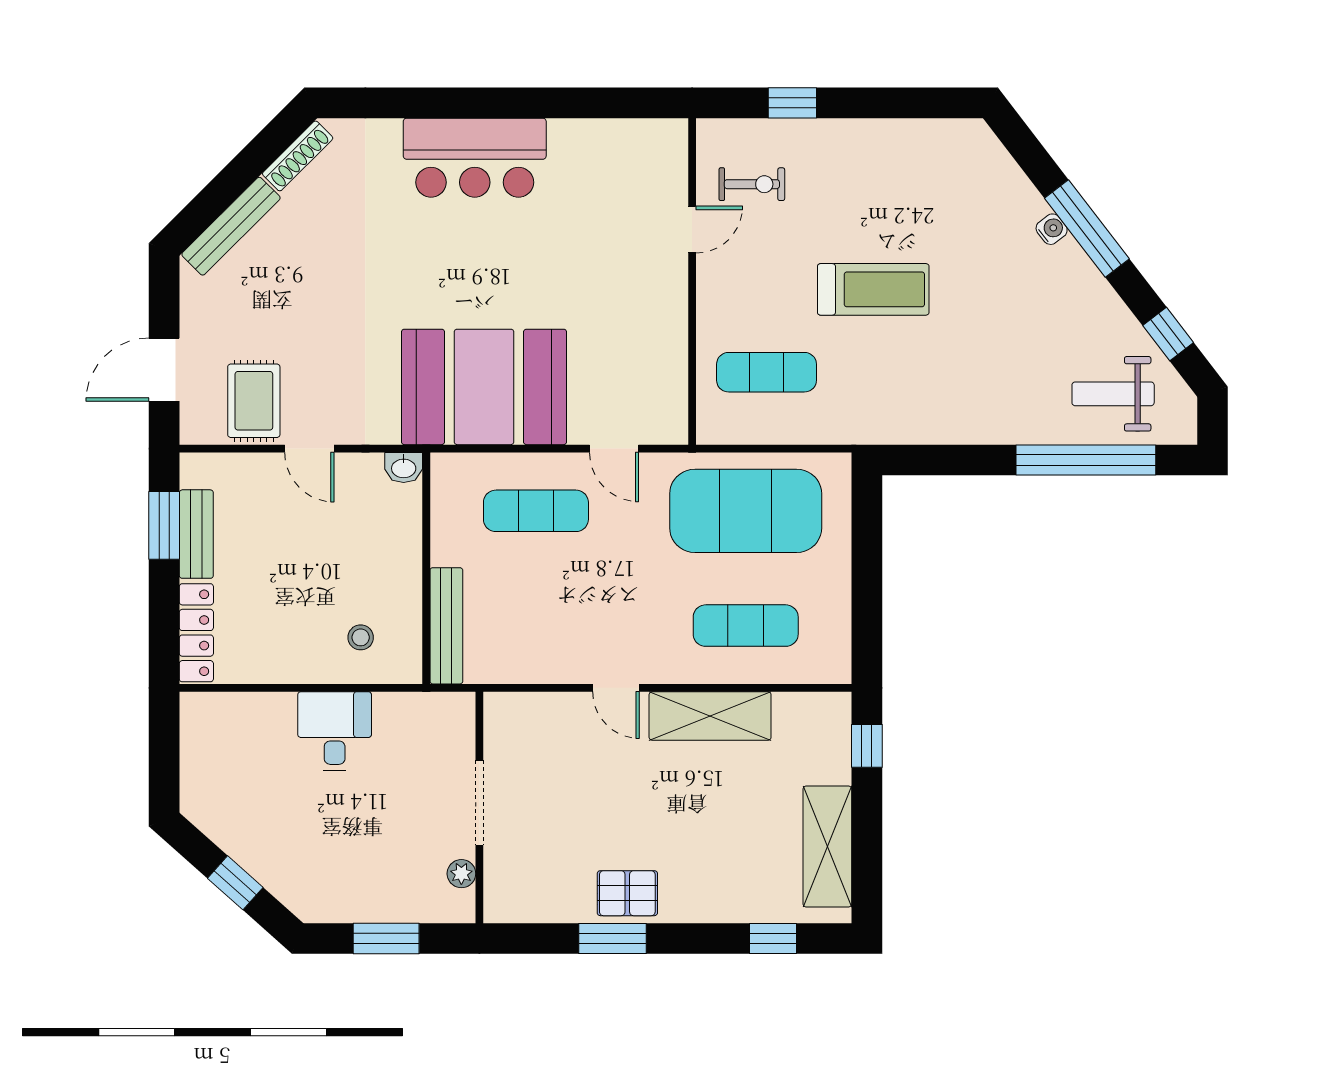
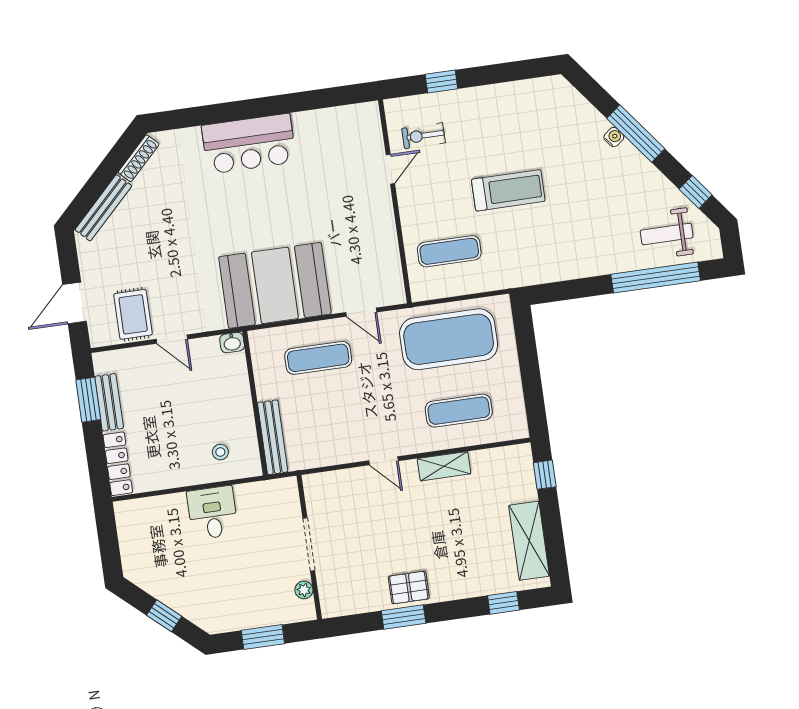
exercise bike: (752, 184) -> (424, 136), turned 180
shelving: (710, 716) -> (444, 466), width x0.67, depth x0.75

